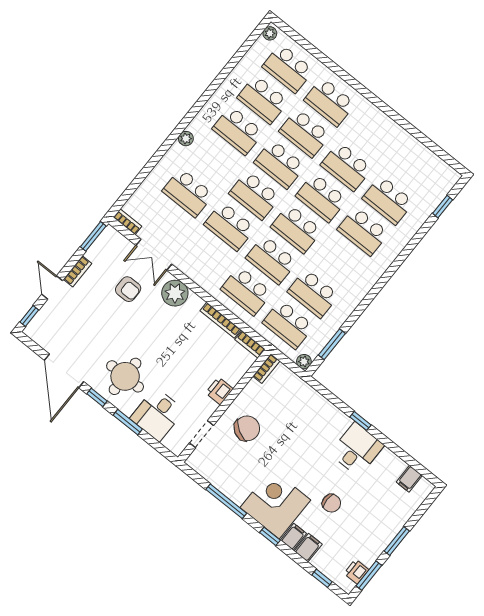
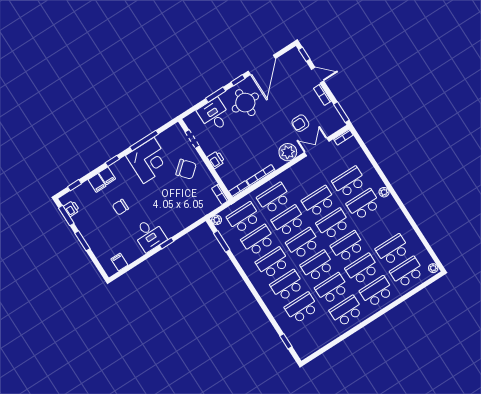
school desk: (238, 131) -> (363, 204), moved
school desk: (371, 136) -> (346, 311), added
school desk: (338, 262) -> (273, 263), added
door: (64, 371) -> (262, 65), swing flipped
chair: (247, 428) -> (186, 169), turned -71
corner desk: (275, 504) -> (149, 161), moved

